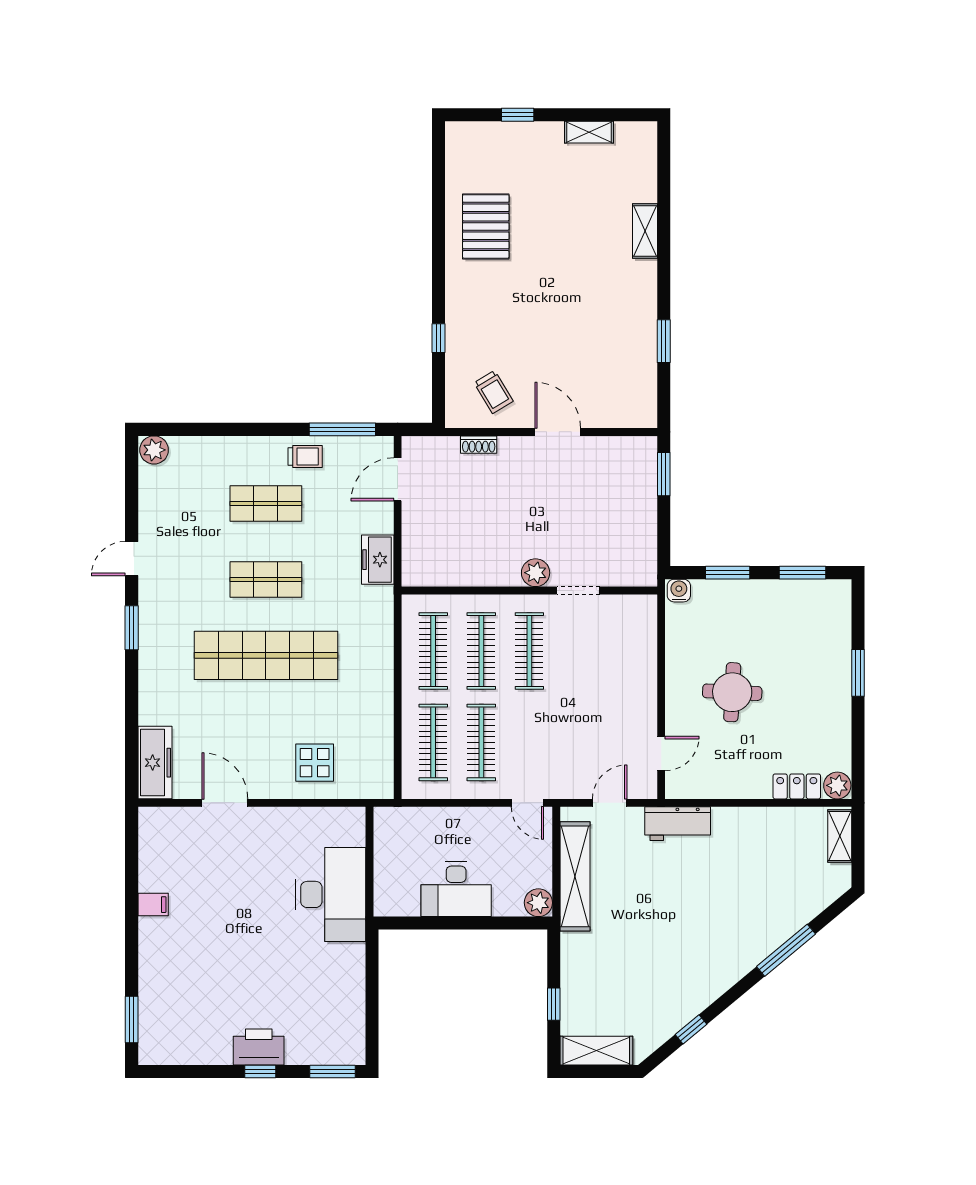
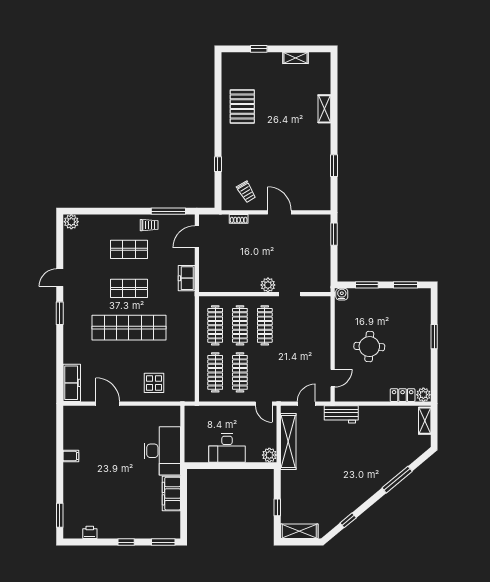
filing cabinet: (348, 977) -> (171, 494), added
printer: (259, 1047) -> (90, 532), moved, width x0.53, depth x0.68

